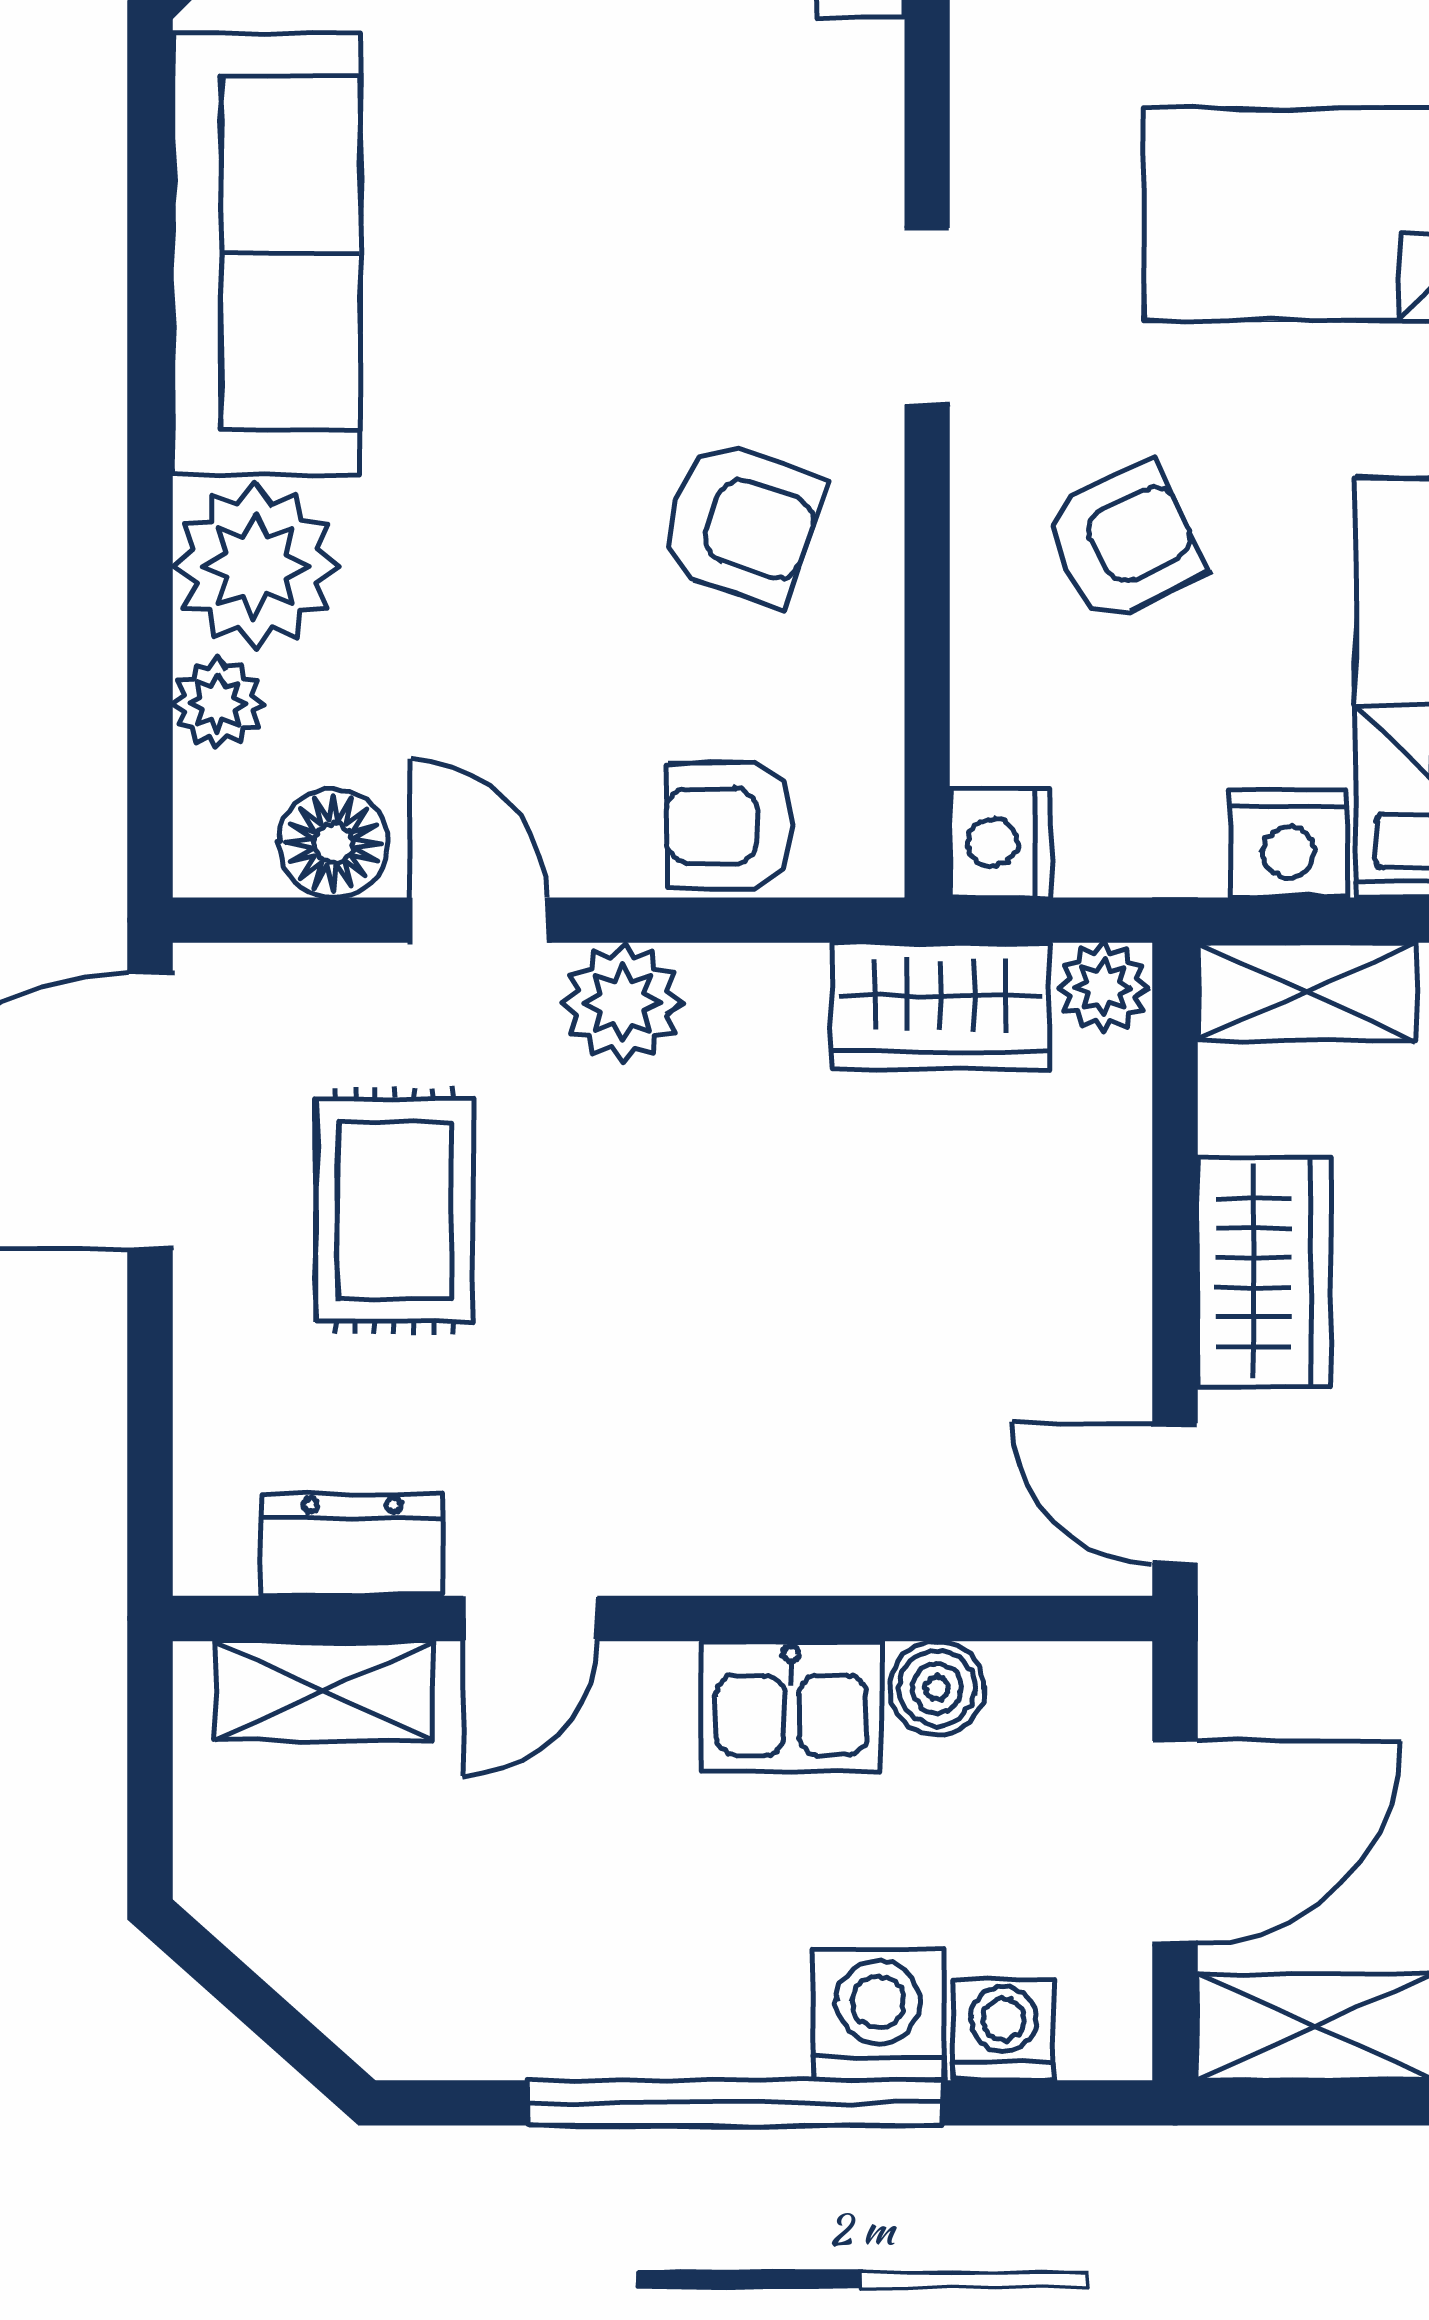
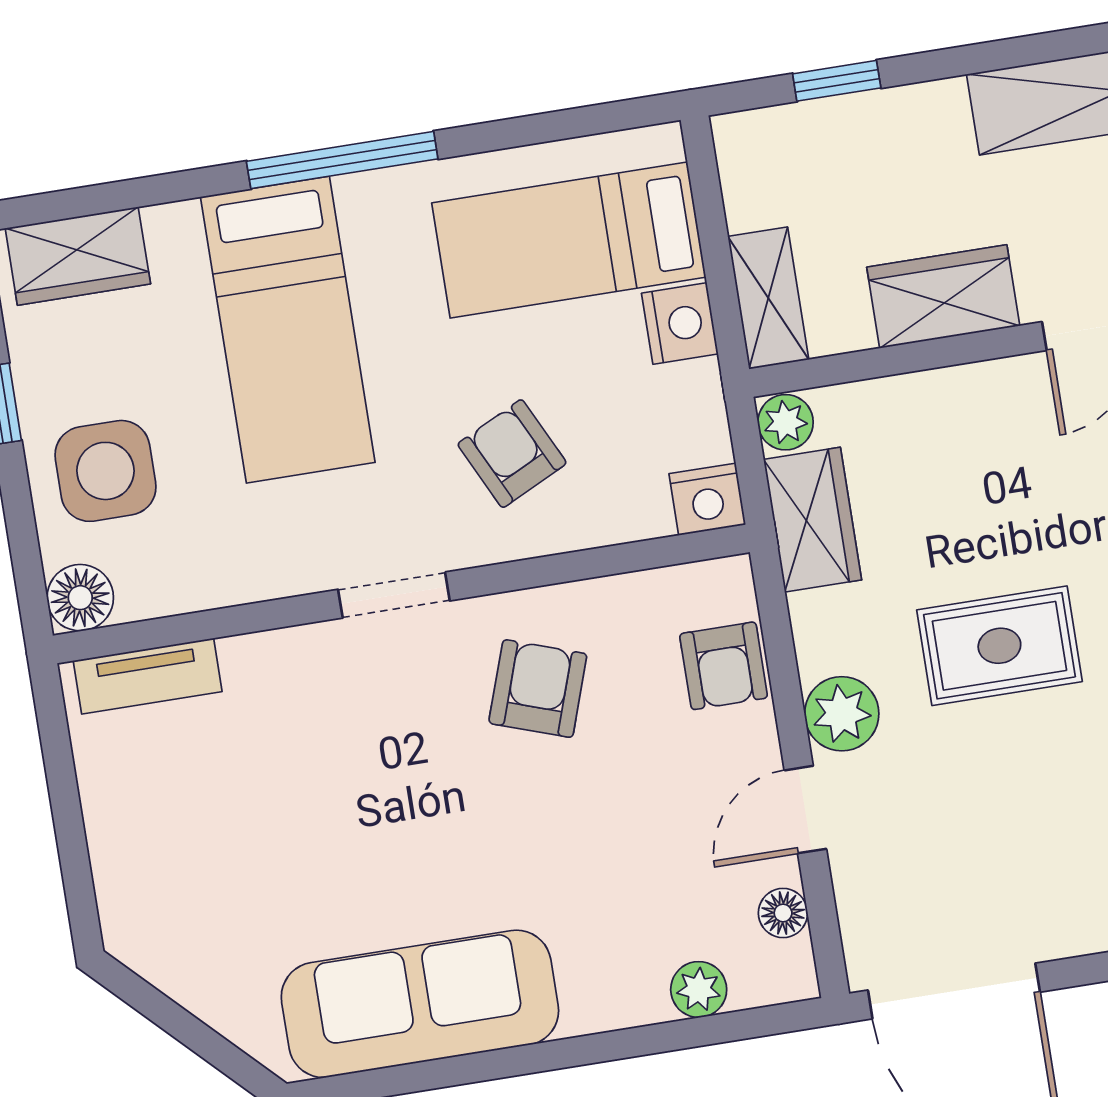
plant: (255, 566) -> (611, 980), removed
floor lamp: (333, 843) -> (783, 913), width x0.73, depth x0.73
rug: (395, 1211) -> (999, 646), moved

